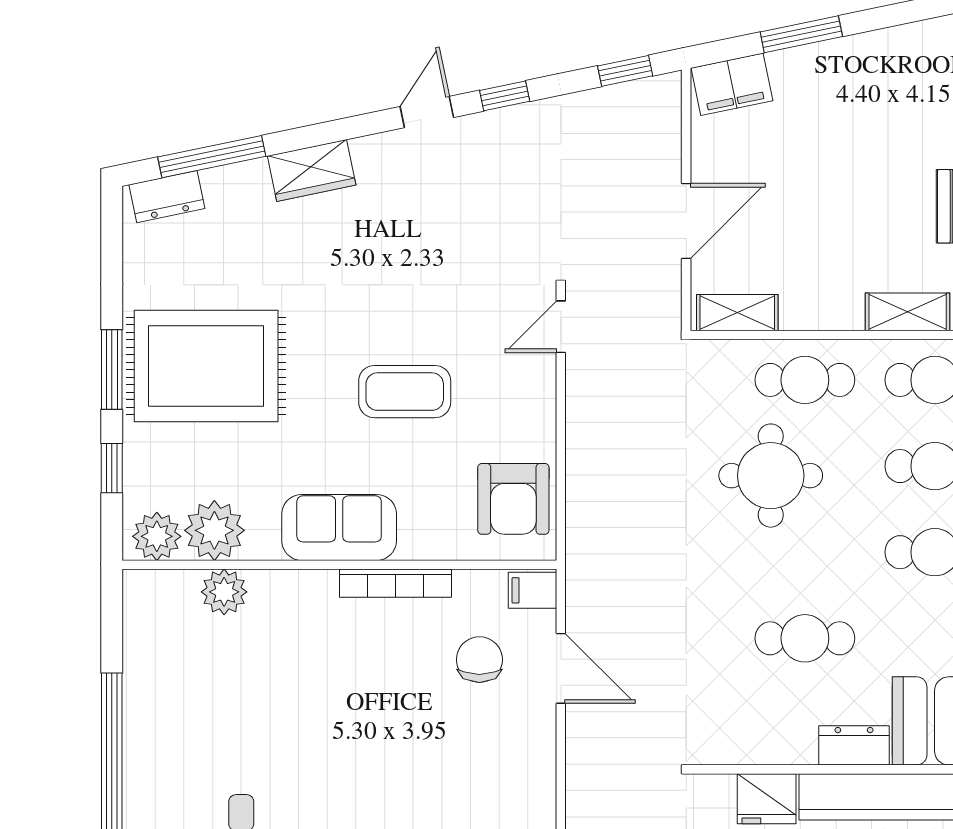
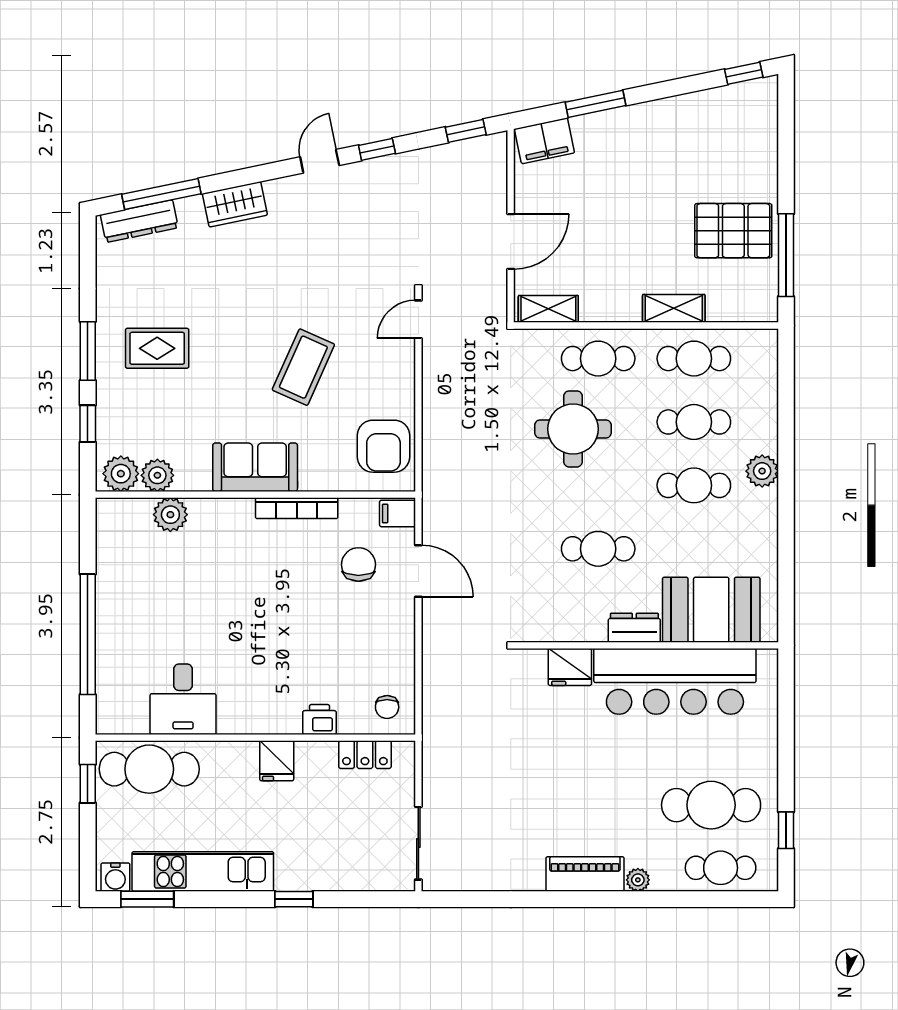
dresser: (167, 197) -> (139, 221), width x1.44
rug: (206, 366) -> (157, 348), width x0.54, depth x0.49
coffee table: (405, 392) -> (303, 367), turned -66
plant: (214, 530) -> (157, 475), width x0.73, depth x0.73

